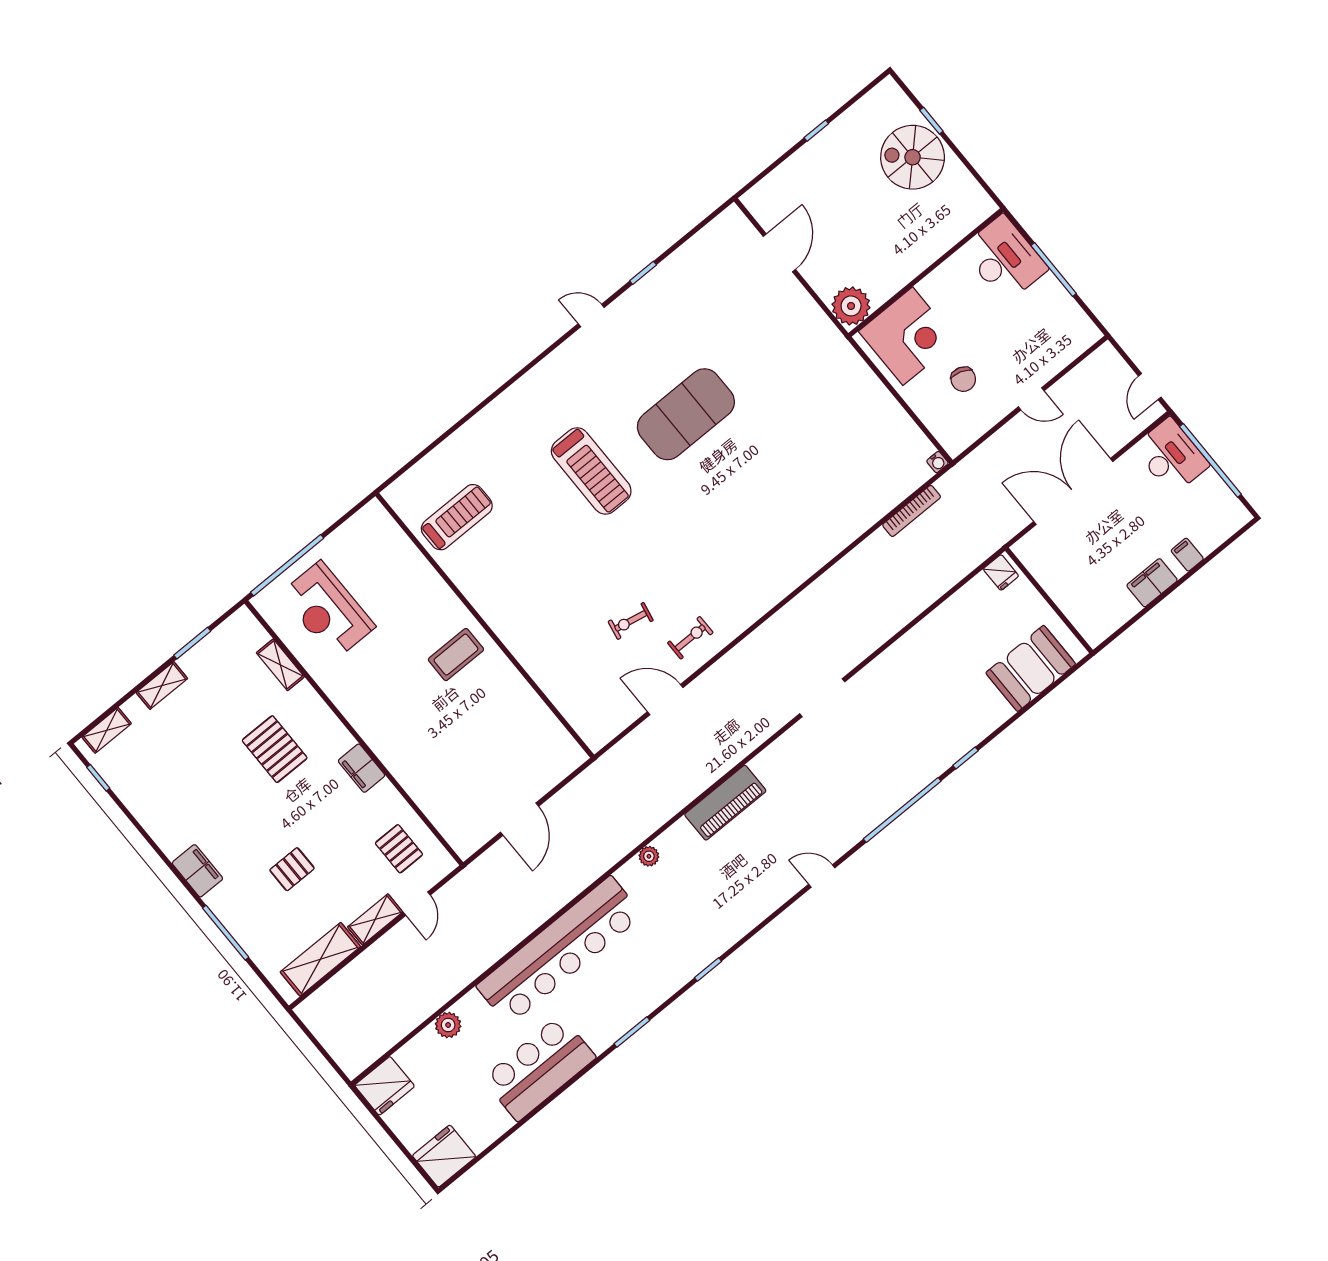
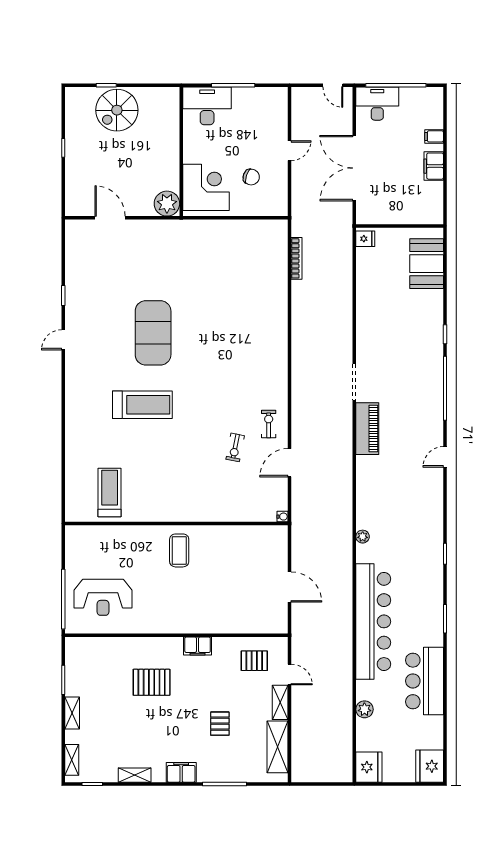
water cooler: (937, 462) -> (283, 517), moved
shelving: (280, 665) -> (135, 775), moved
piano: (725, 803) -> (367, 429), moved

